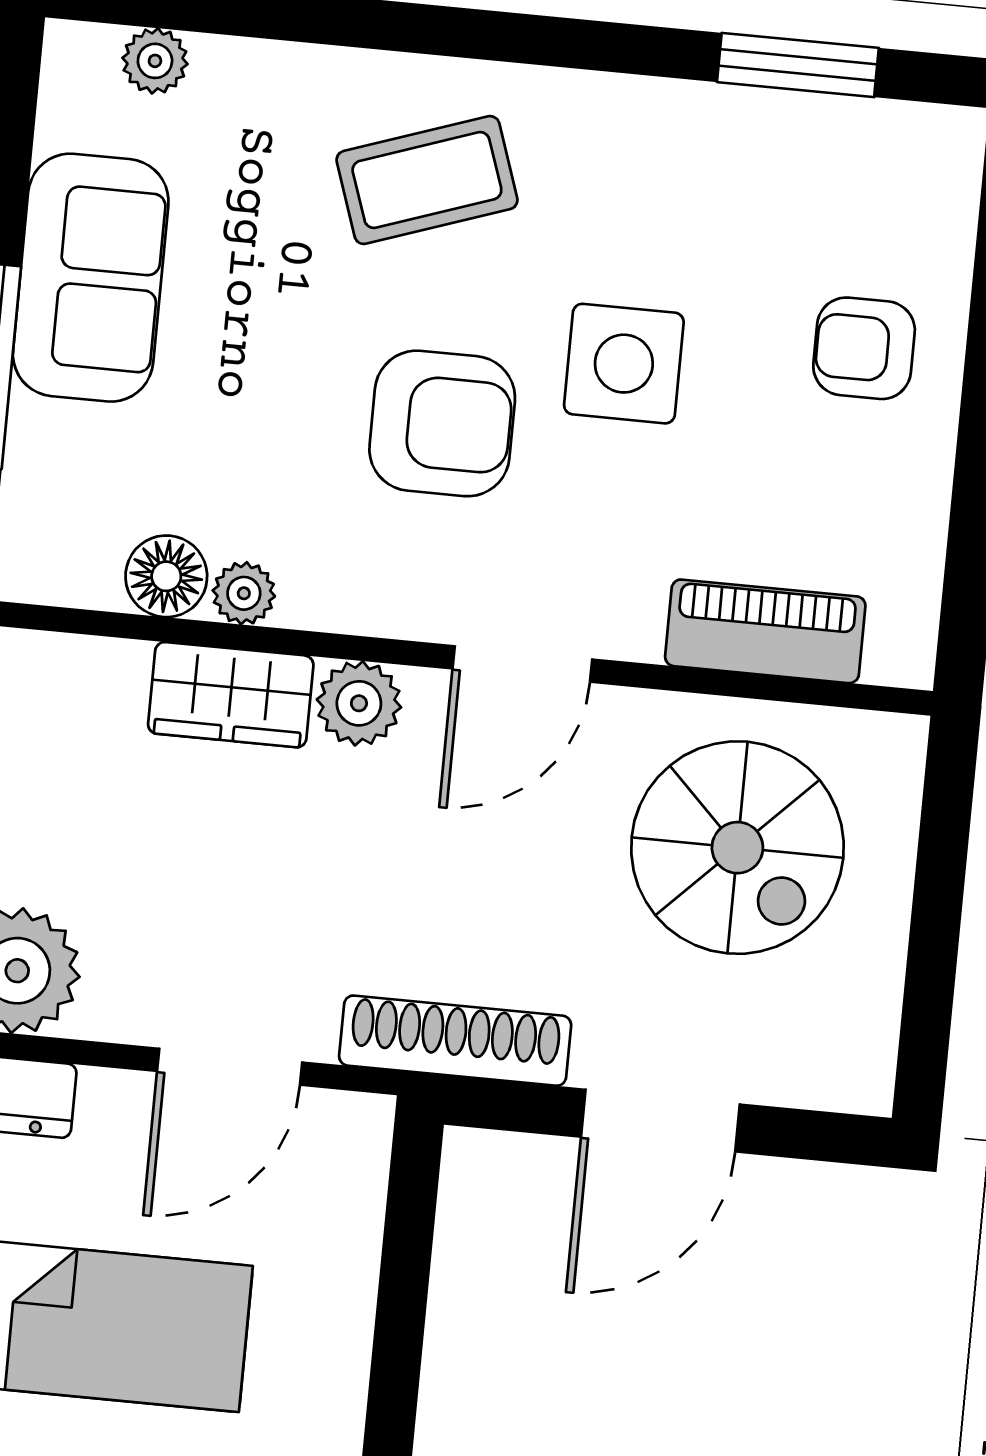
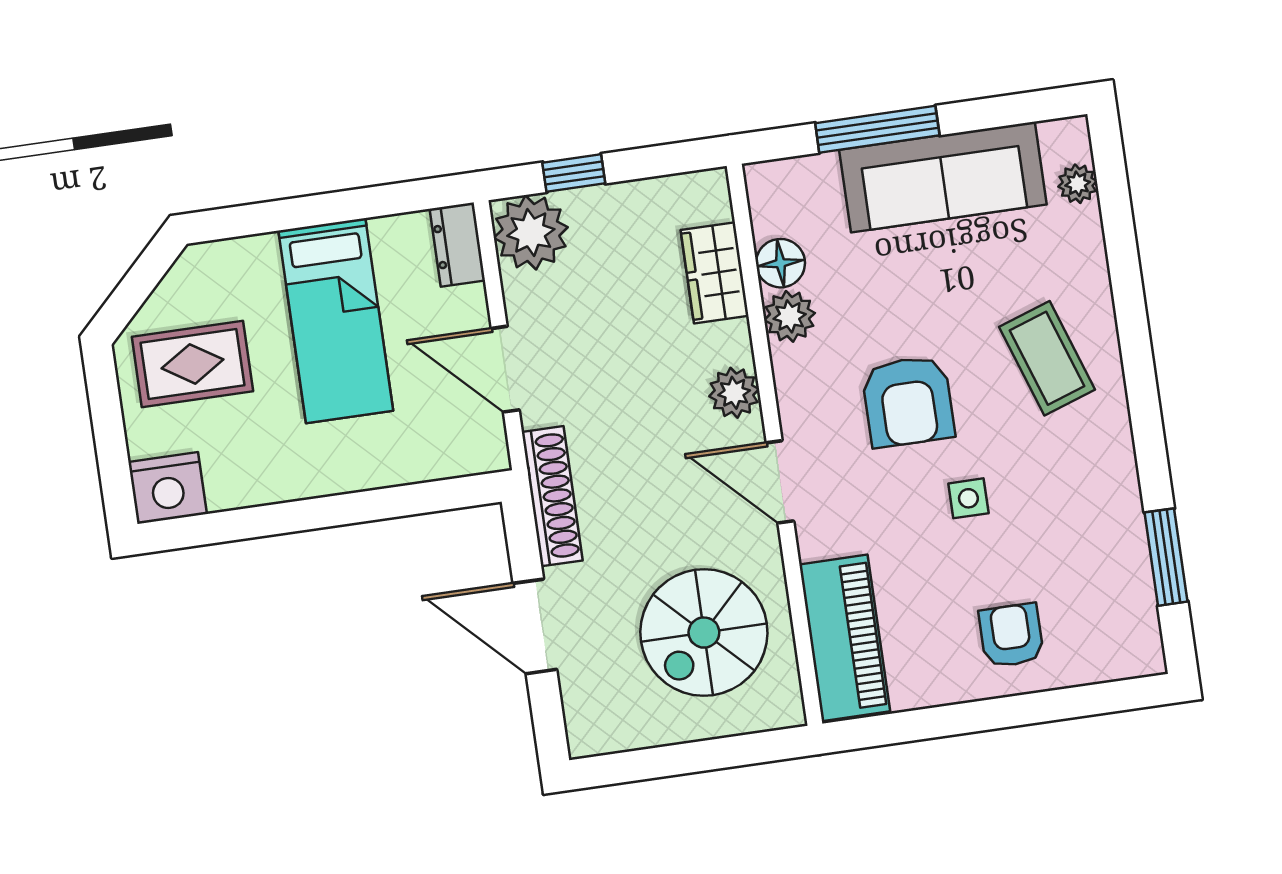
sofa: (91, 278) -> (943, 177), width x1.36
side table: (624, 364) -> (968, 498), width x0.54, depth x0.54
plant: (244, 593) -> (790, 316), width x1.38, depth x1.38
piano: (765, 631) -> (845, 638), width x1.37, depth x1.33
wardrobe: (231, 695) -> (715, 273), moved

